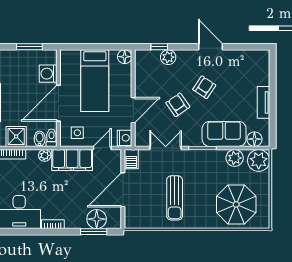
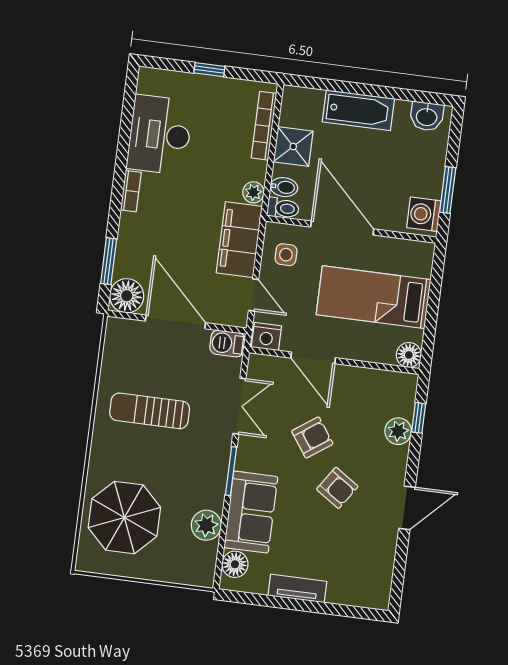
washing machine: (48, 74) -> (424, 214), moved, turned -90
plant: (259, 160) -> (196, 567), removed
floor lamp: (97, 219) -> (127, 296), moved

